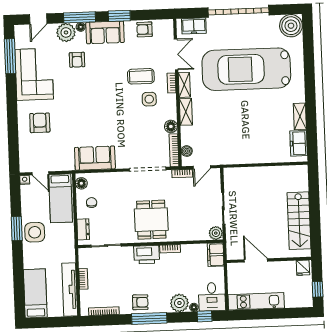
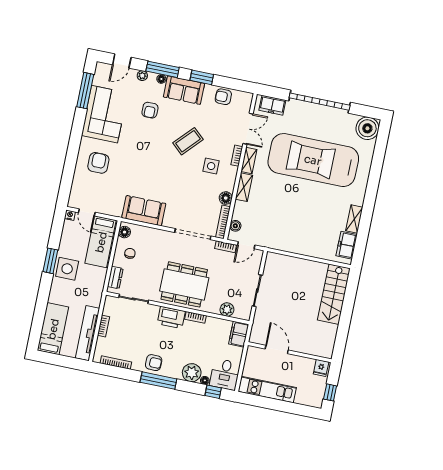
plant: (66, 32) -> (142, 76), width x0.53, depth x0.53
coffee table: (141, 76) -> (188, 141), moved, turned -47
dining table: (151, 220) -> (184, 284), width x1.38
stairs: (299, 221) -> (334, 294), moved
plant: (216, 233) -> (227, 310), moved

